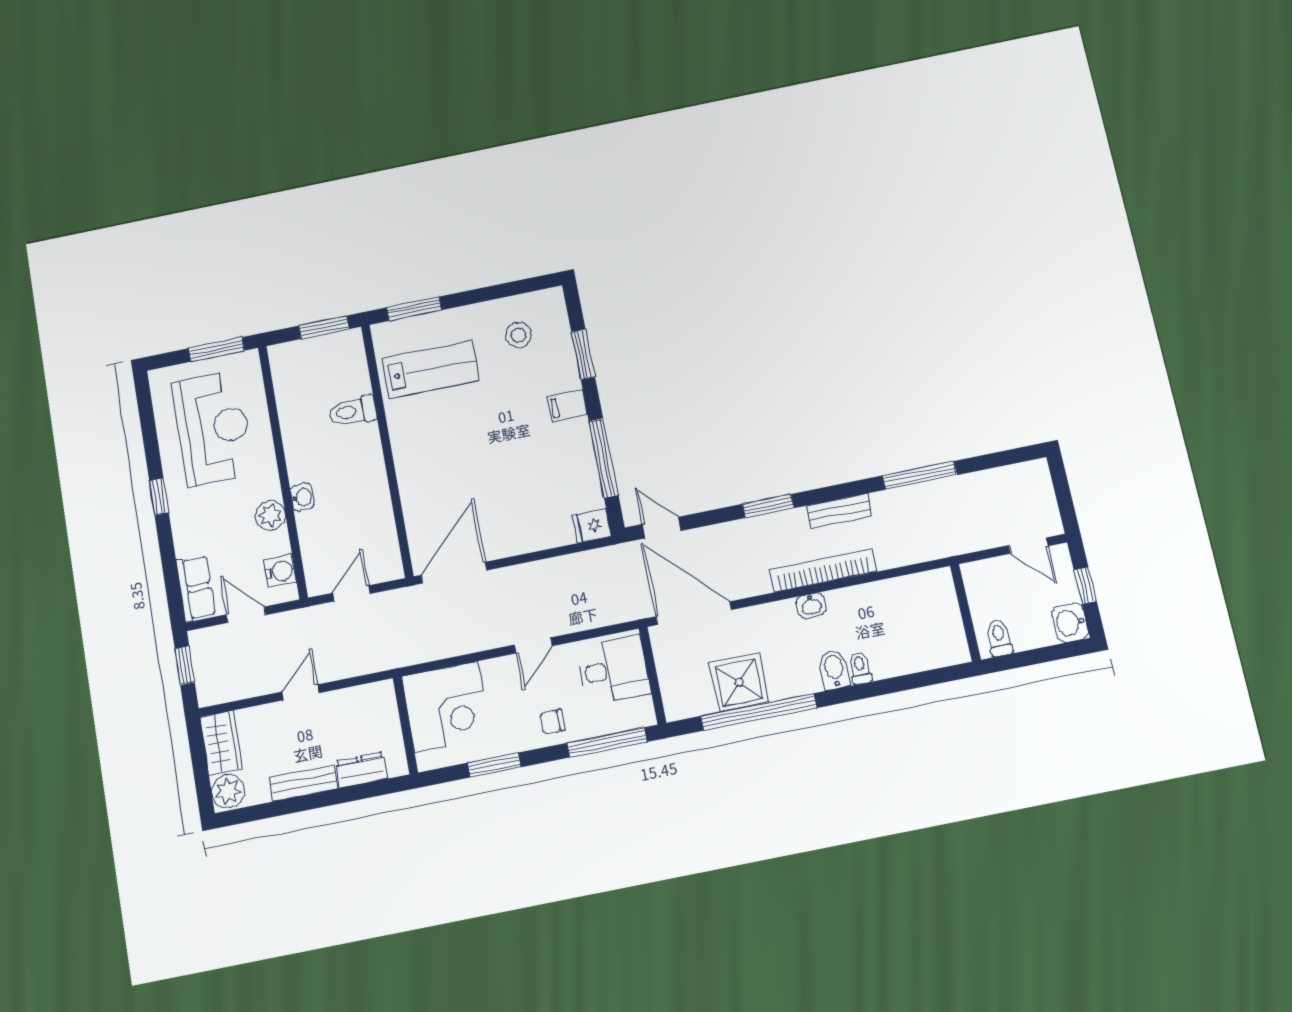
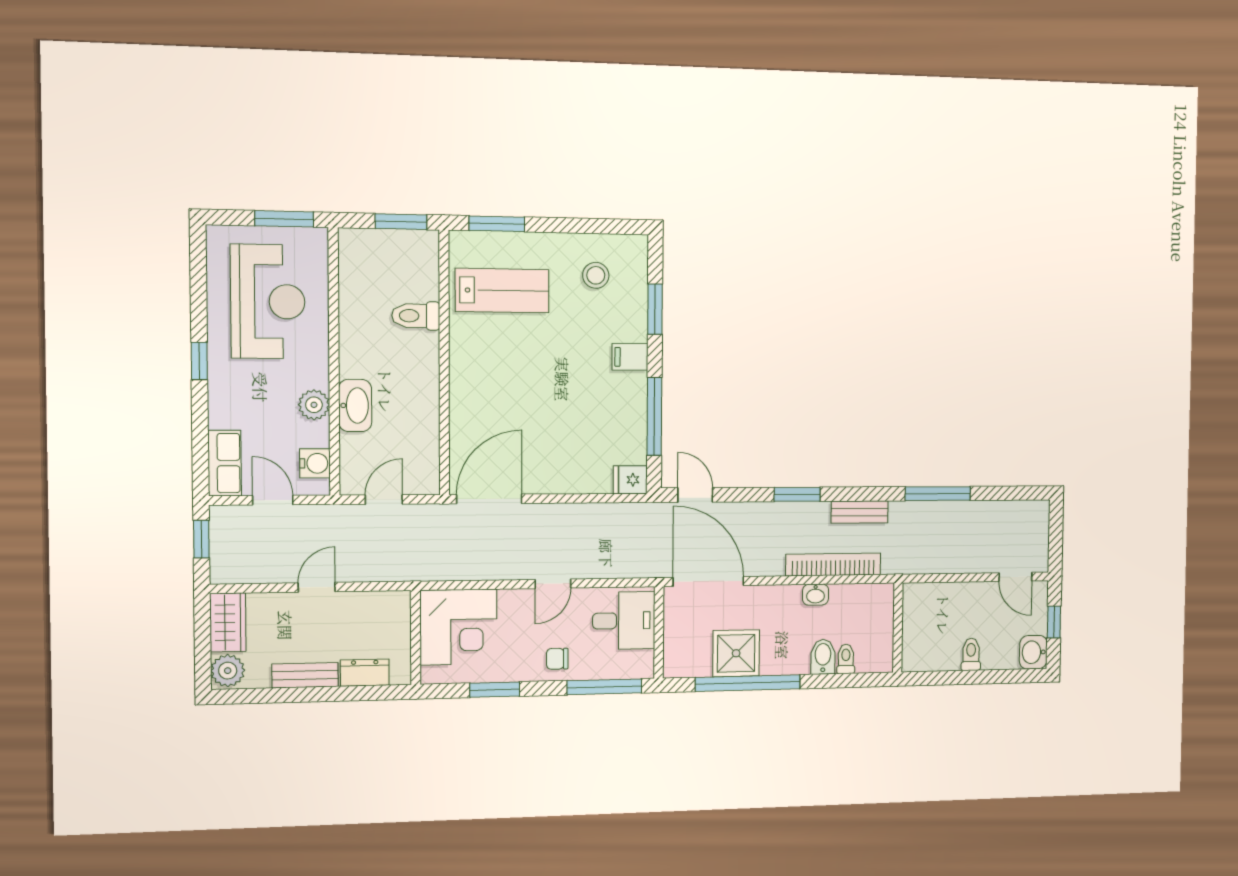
washbasin: (302, 497) -> (355, 405), width x1.91, depth x1.45
wall: (965, 613) -> (898, 628), moved

